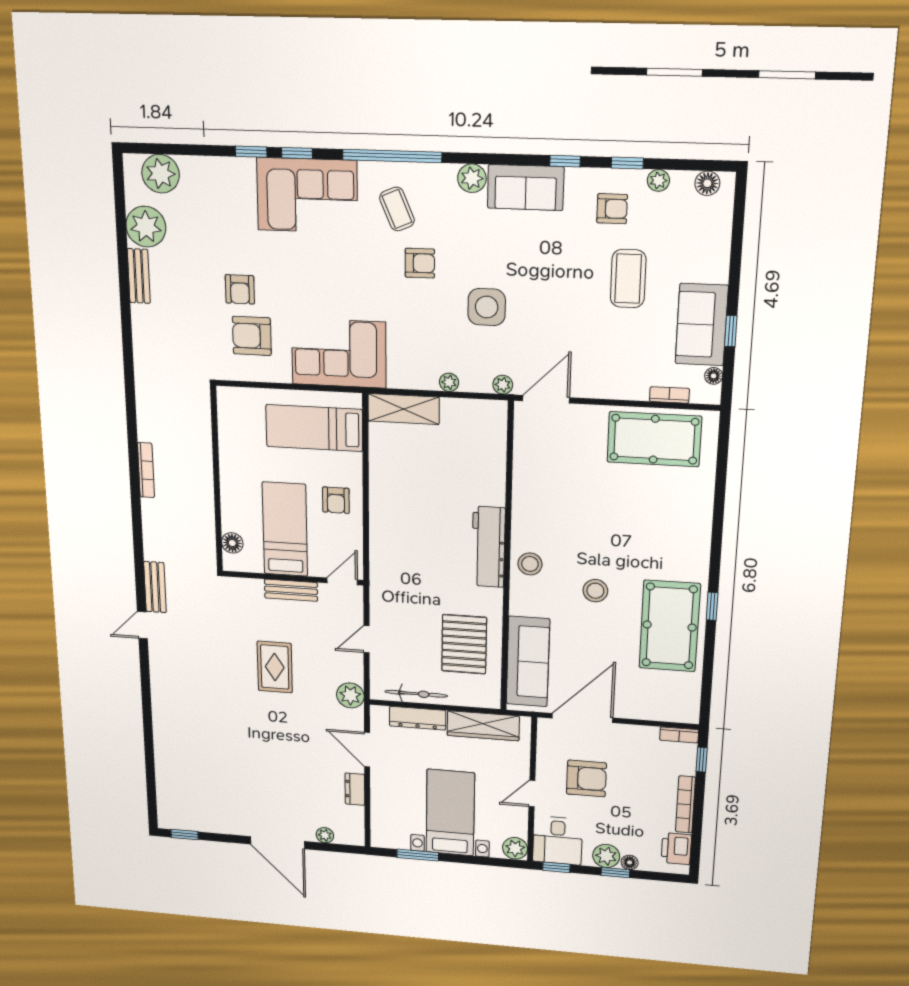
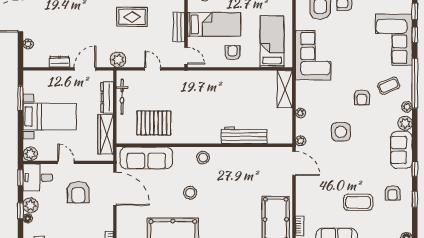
plant: (658, 180) -> (407, 107), moved
armchair: (336, 500) -> (232, 53), turned 90
workbench: (488, 547) -> (244, 135), moved

